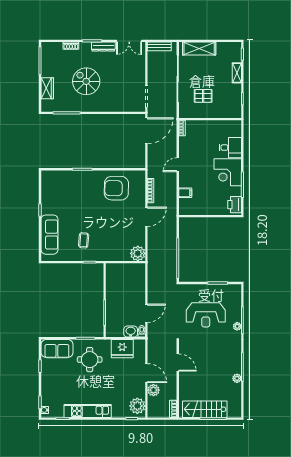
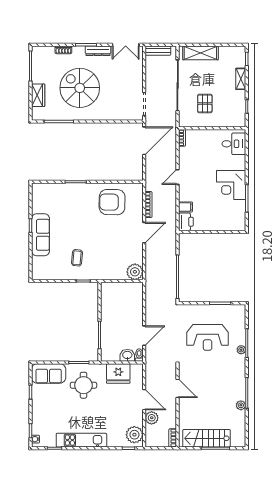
spiral stairs: (86, 81) -> (80, 88), width x1.37, depth x1.37
pallet: (203, 96) -> (205, 104), turned 90
desk: (230, 148) -> (234, 144), moved
printer: (235, 205) -> (186, 222), moved, turned 180
sofa: (49, 235) -> (40, 235), moved

